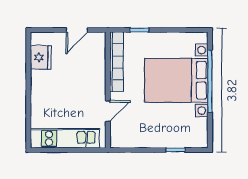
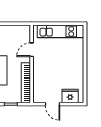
door: (77, 30) -> (53, 104), swing flipped
fridge: (41, 57) -> (70, 96), moved, turned 90

